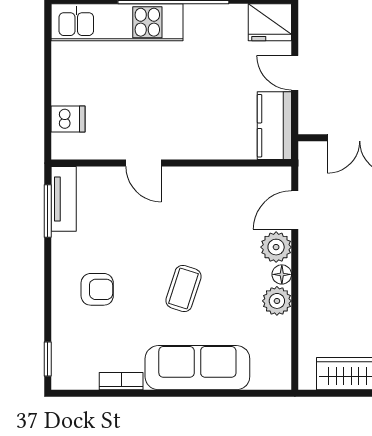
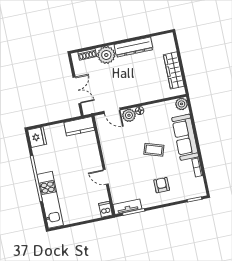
door: (295, 73) -> (56, 123), removed
dishwasher: (68, 119) -> (106, 209), moved
door: (143, 163) -> (106, 177), swing flipped
plant: (277, 301) -> (182, 104), moved

